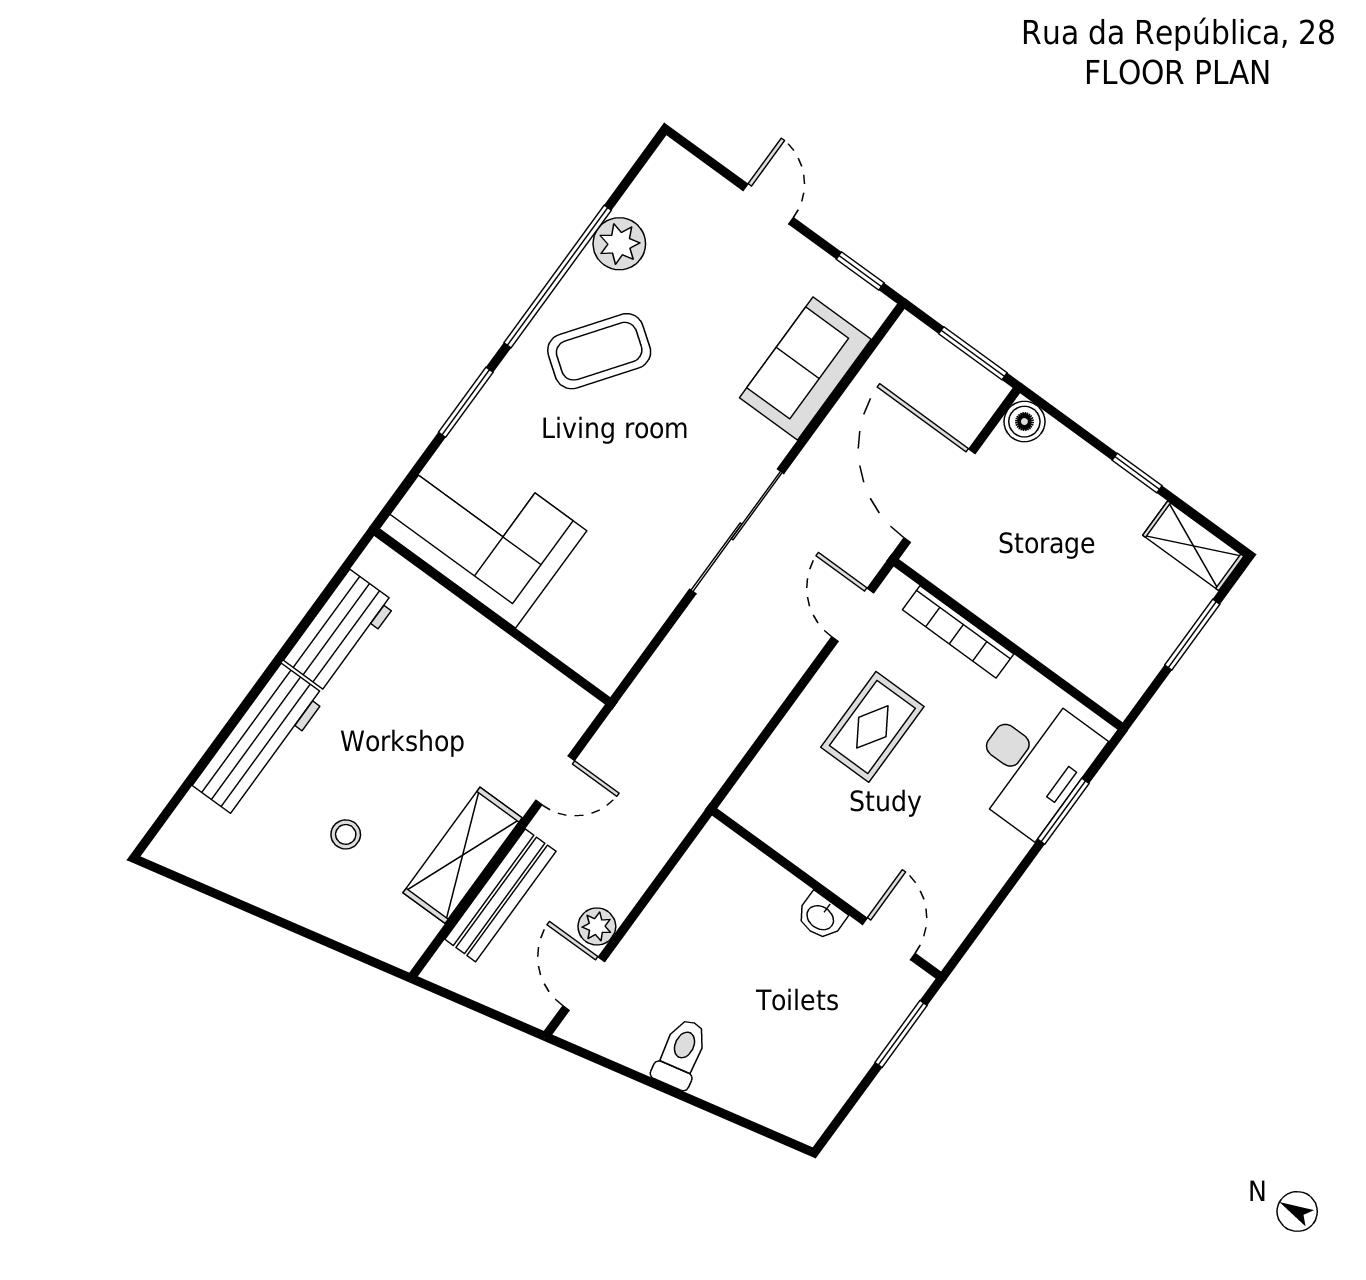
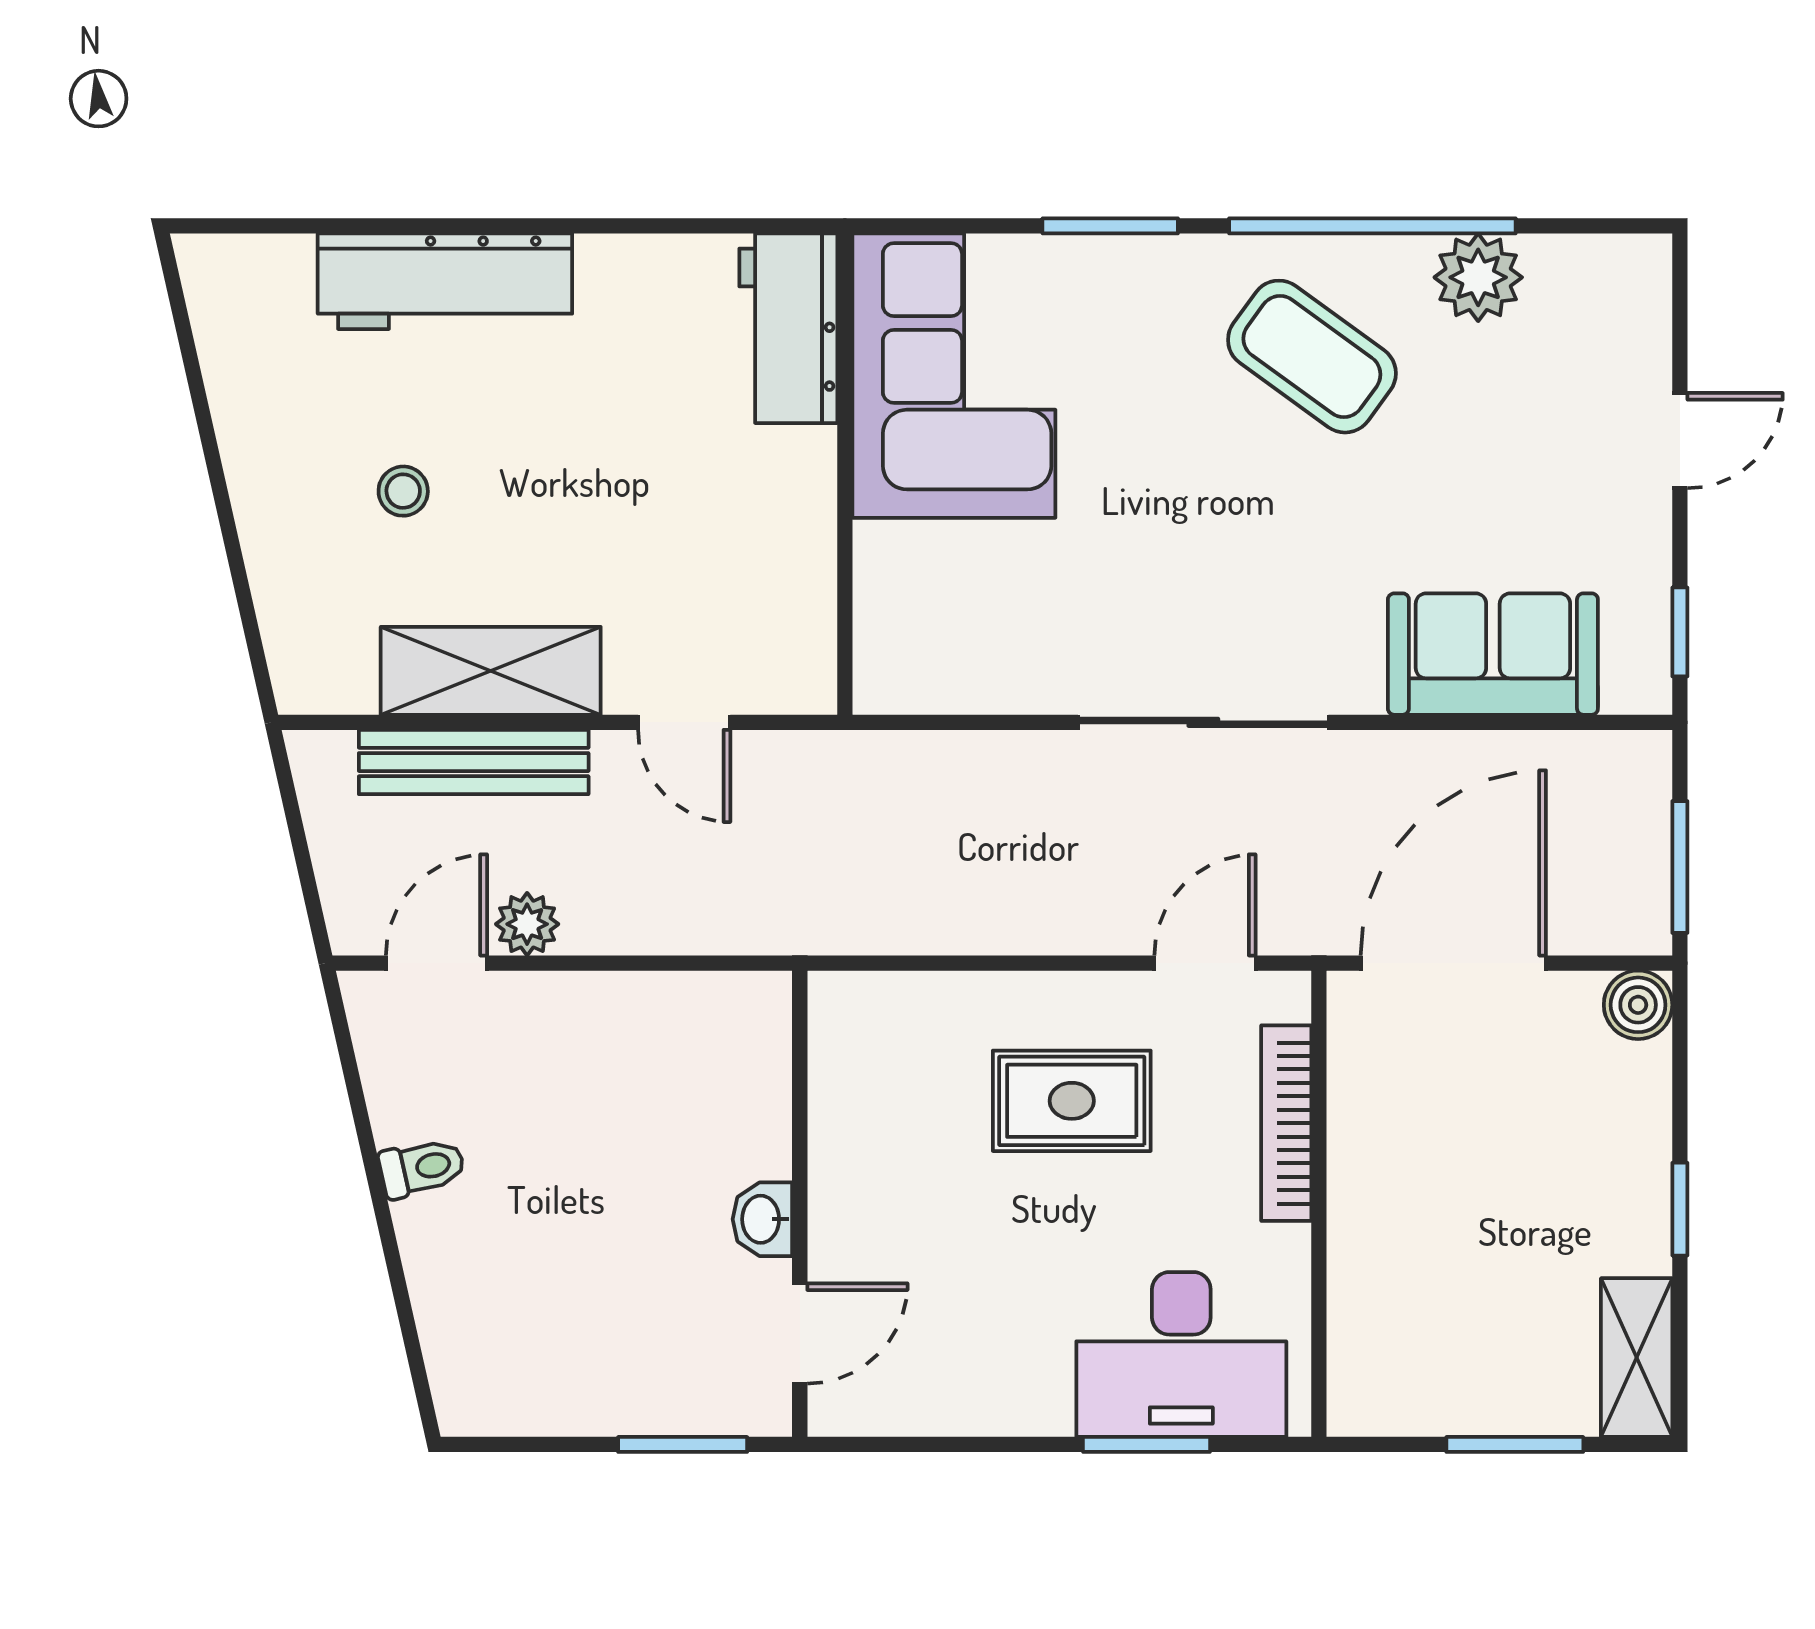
workbench: (340, 632) -> (788, 328), moved, turned 90
toilet: (681, 1054) -> (422, 1168), width x0.73, depth x0.72

